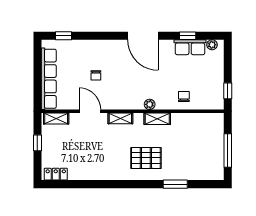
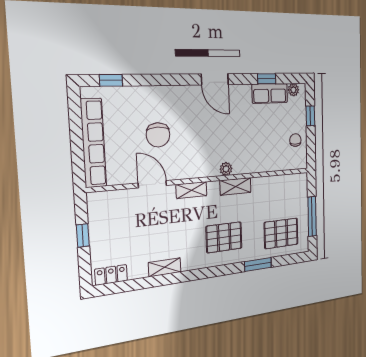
door: (143, 36) -> (215, 79), width x0.73
chair: (96, 75) -> (158, 135), width x1.87, depth x1.87
window: (228, 91) -> (310, 116), moved
chair: (184, 96) -> (295, 140), moved
shelving: (56, 118) -> (165, 267), moved
pallet: (197, 161) -> (281, 233), added

